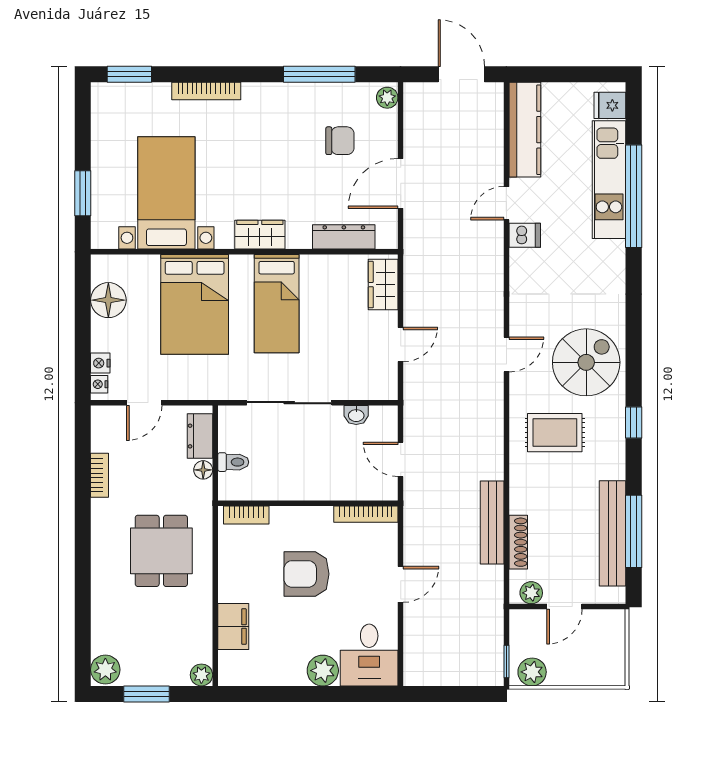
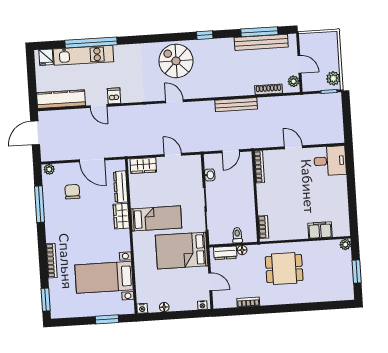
wardrobe: (260, 235) -> (121, 216), moved
floor lamp: (108, 300) -> (164, 307), width x0.53, depth x0.53
bed: (195, 304) -> (182, 251), moved, turned 180
nightstand: (100, 363) -> (142, 308), moved
rug: (555, 433) -> (212, 74), removed
bench: (492, 522) -> (236, 105), moved
armchair: (306, 574) -> (291, 195), removed
plant: (105, 670) -> (346, 293), removed
plant: (323, 671) -> (339, 184), removed

